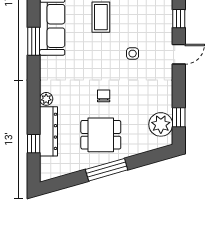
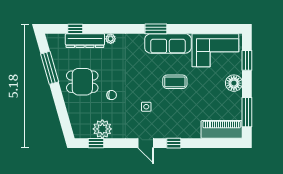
chair: (104, 96) -> (112, 95), moved
plant: (161, 124) -> (102, 129), moved
dining table: (101, 135) -> (82, 82), turned 90
window: (107, 170) -> (50, 68), moved

